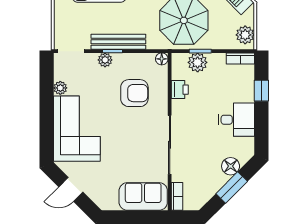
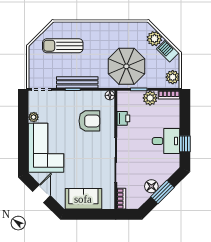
plant: (105, 60) -> (67, 96), removed
plant: (198, 62) -> (150, 98), moved
window: (261, 91) -> (185, 144), moved
floor lamp: (231, 166) -> (151, 186), moved
door: (71, 189) -> (42, 194), swing flipped
sofa: (143, 196) -> (83, 199), moved

